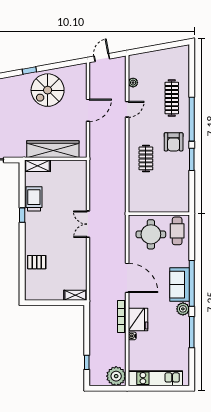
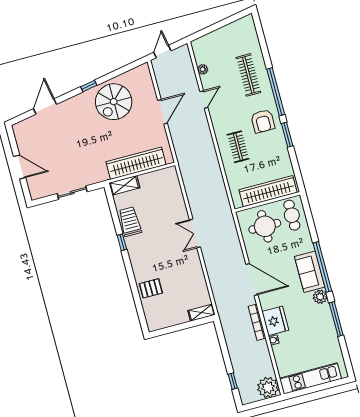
wardrobe: (162, 204) -> (268, 191), added

